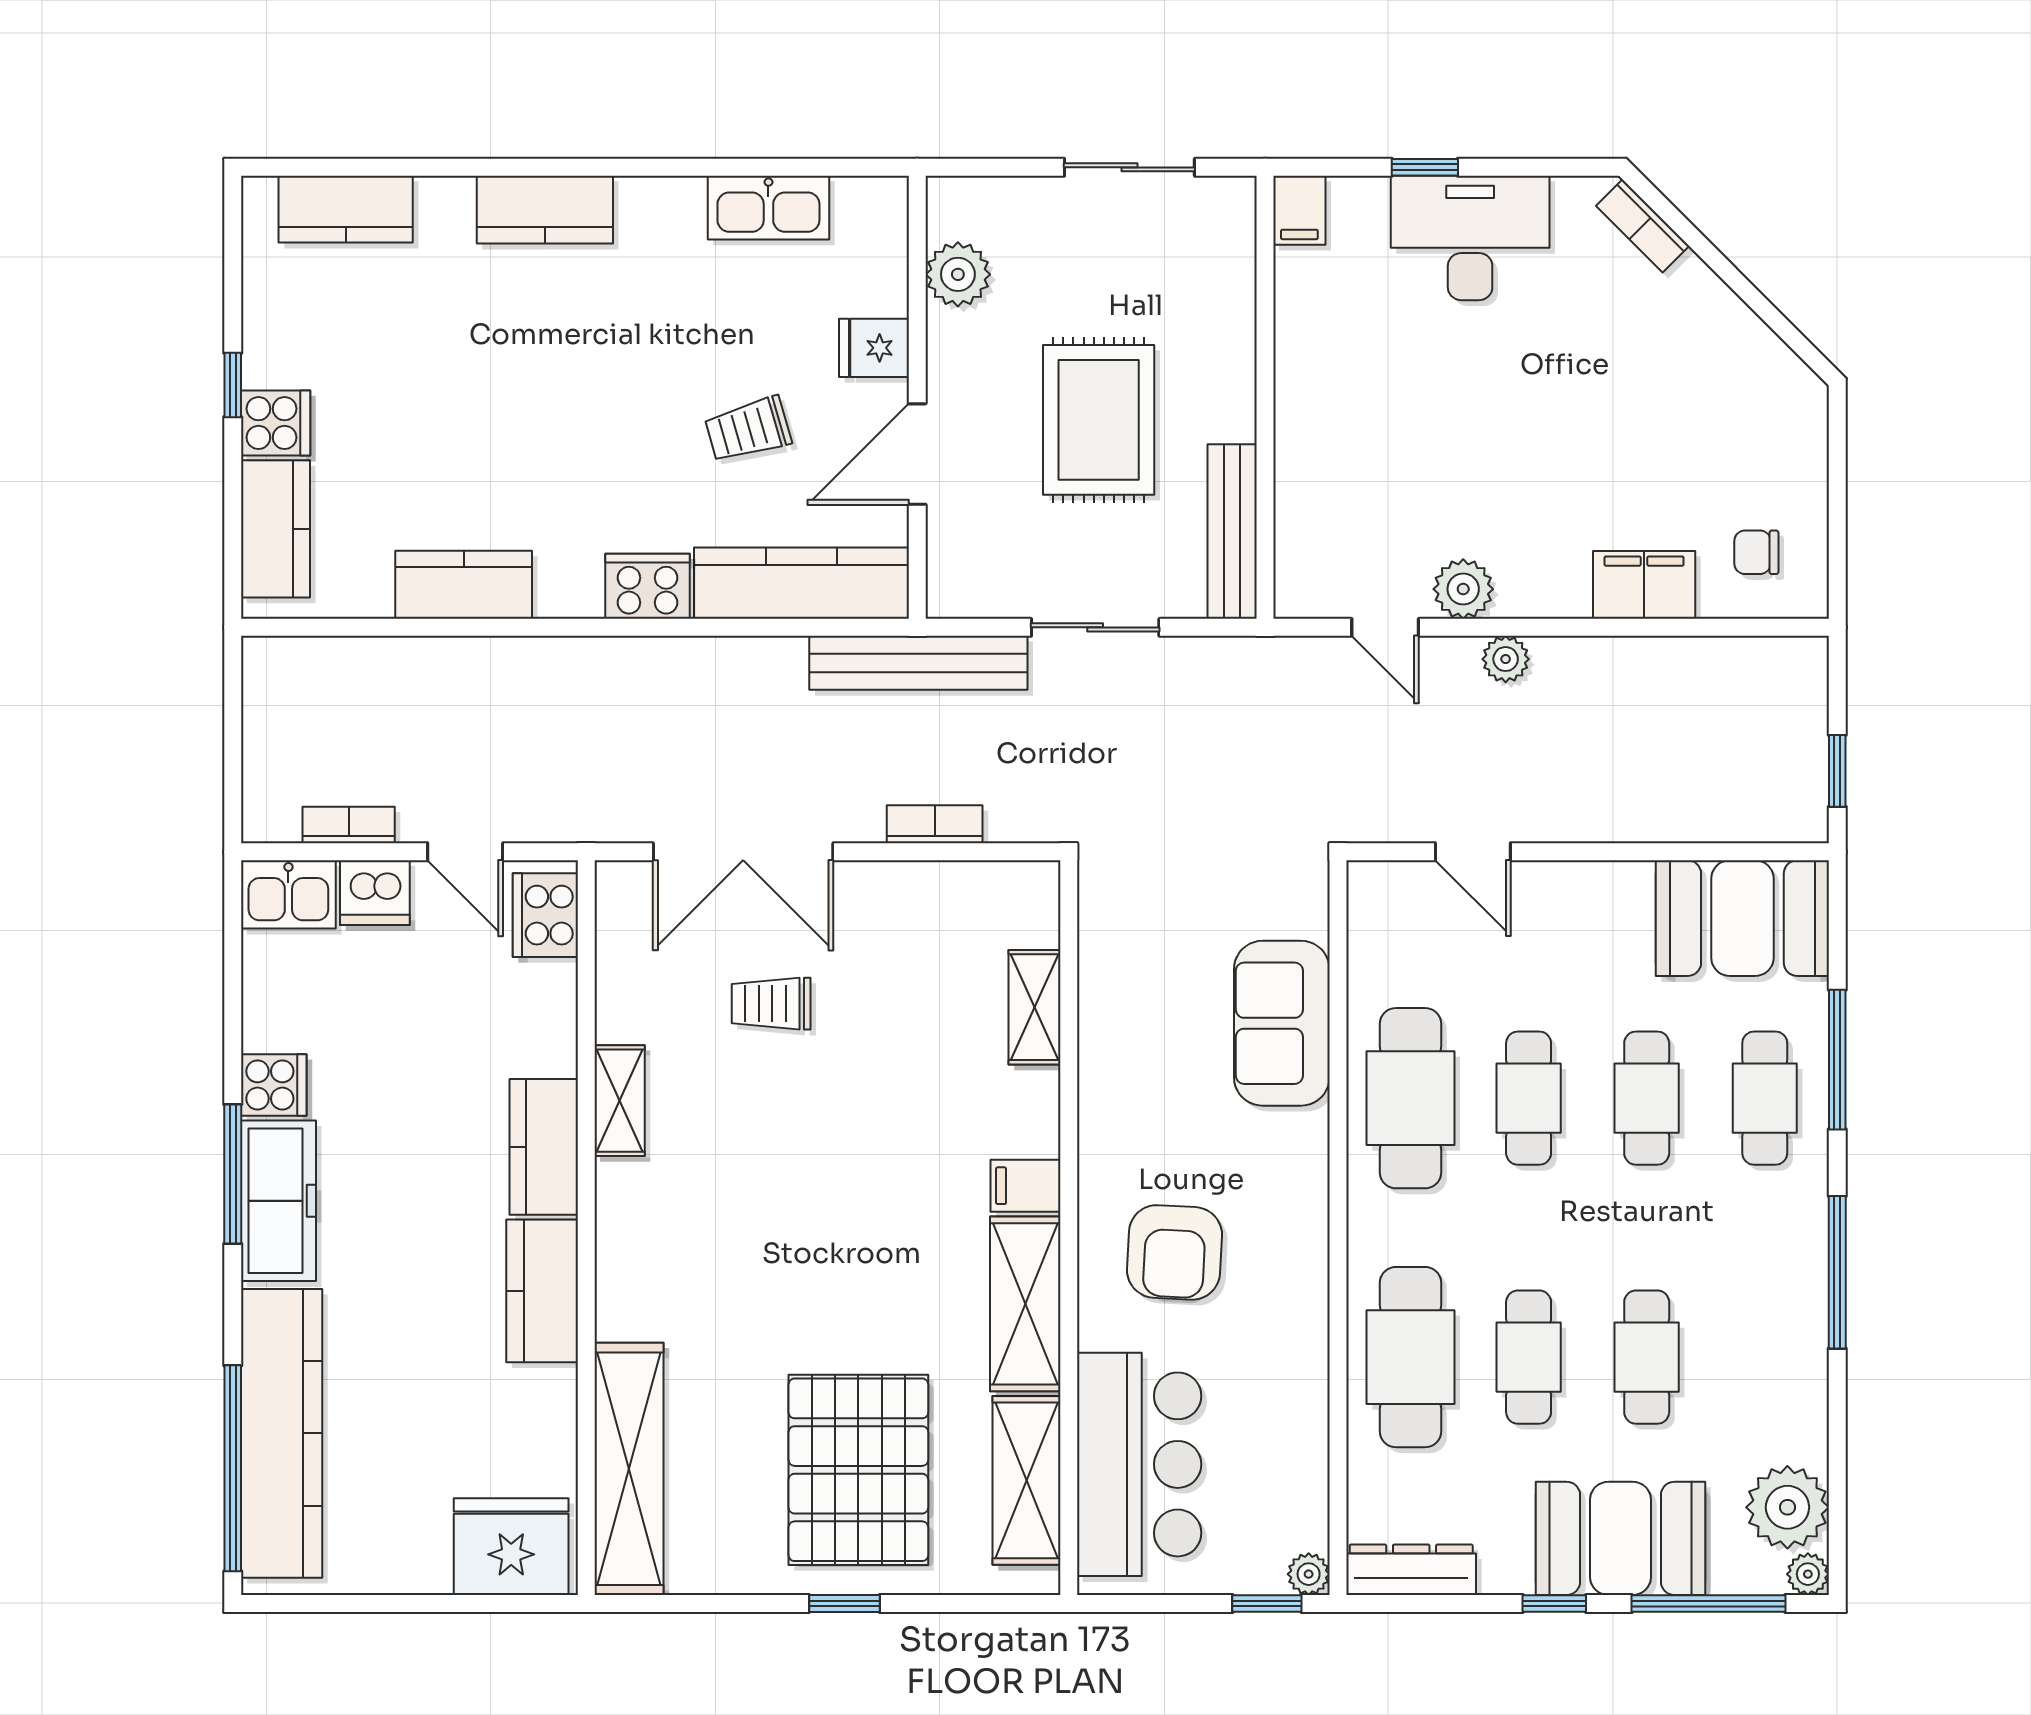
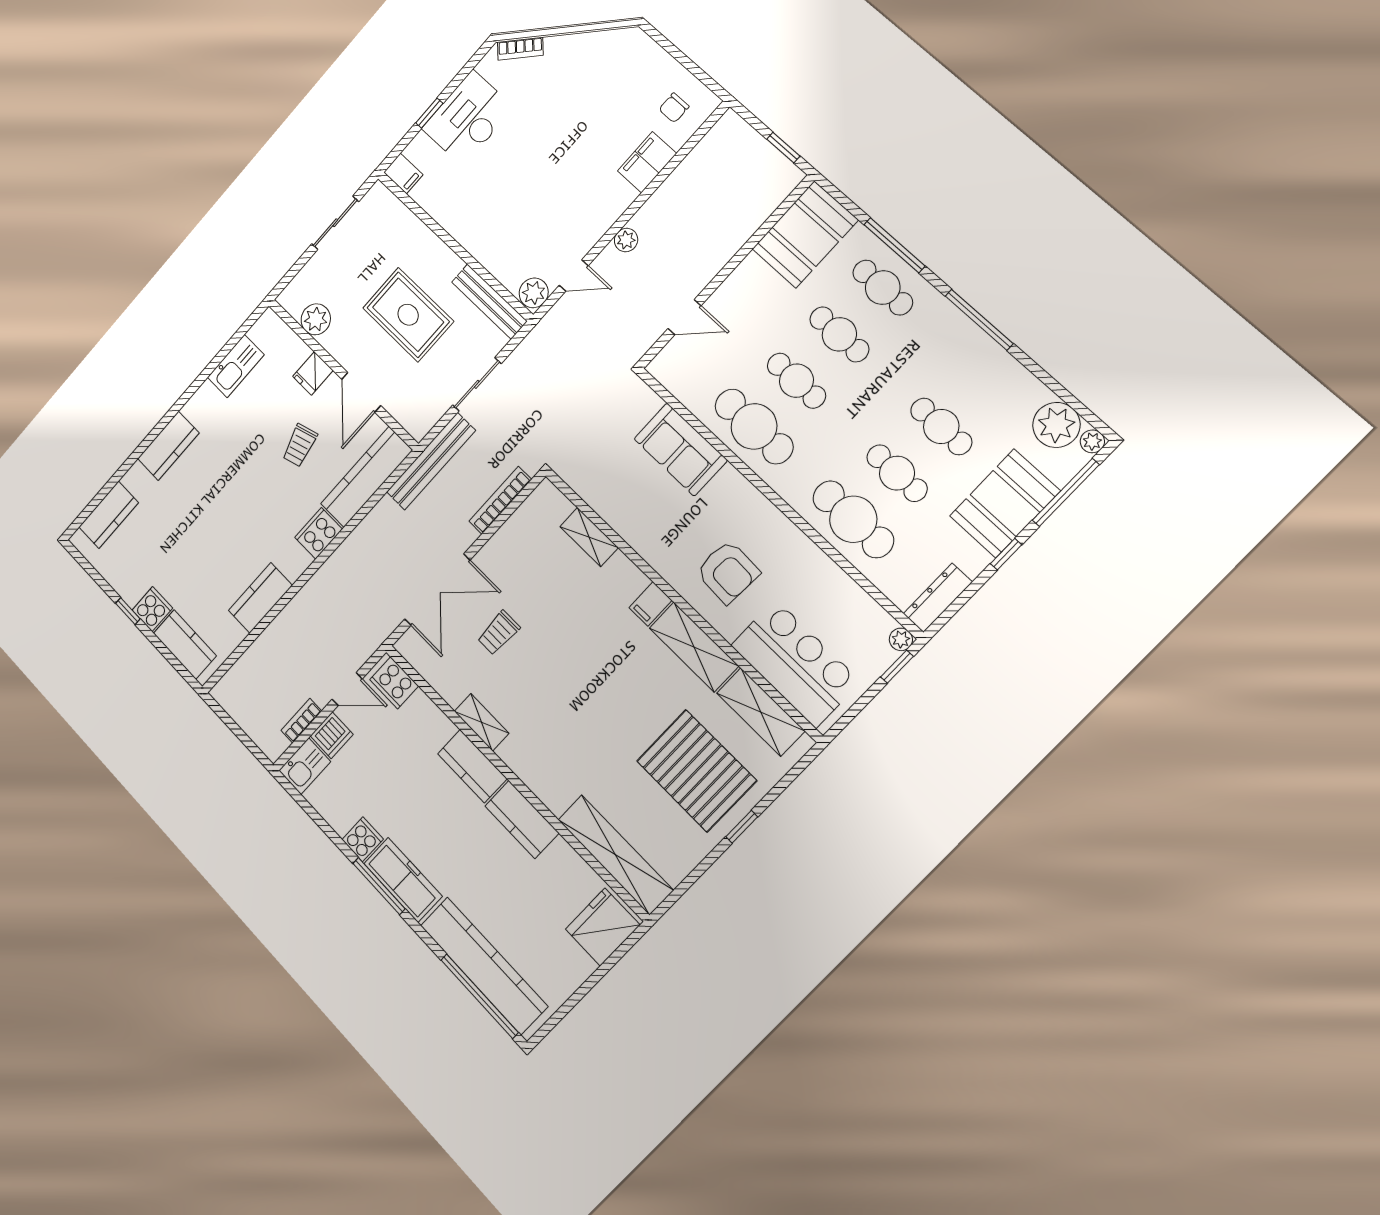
plant: (1463, 589) -> (534, 293), moved
bookcase: (935, 824) -> (500, 500), width x1.56

